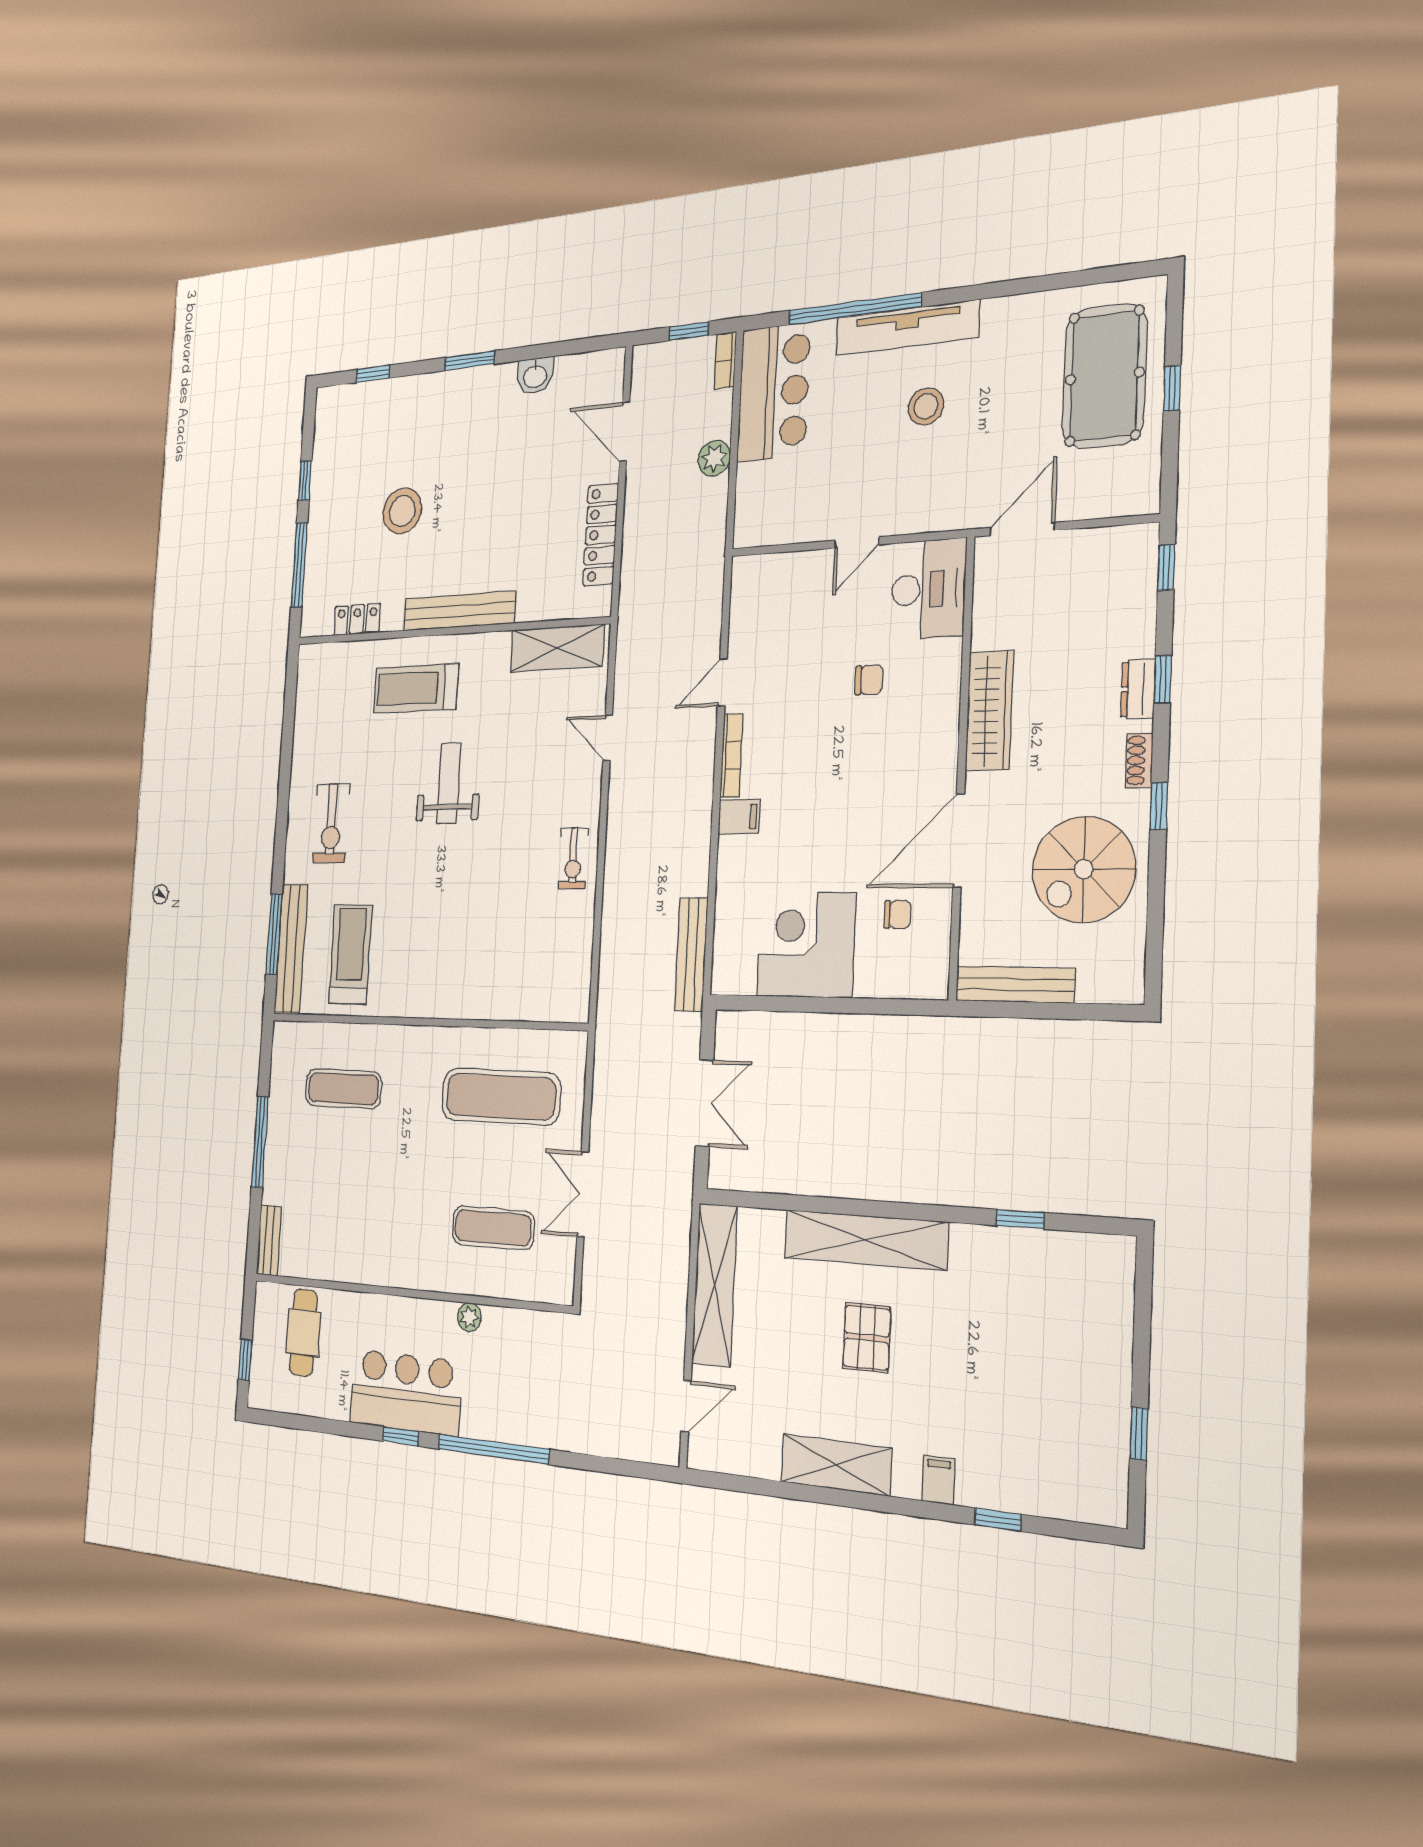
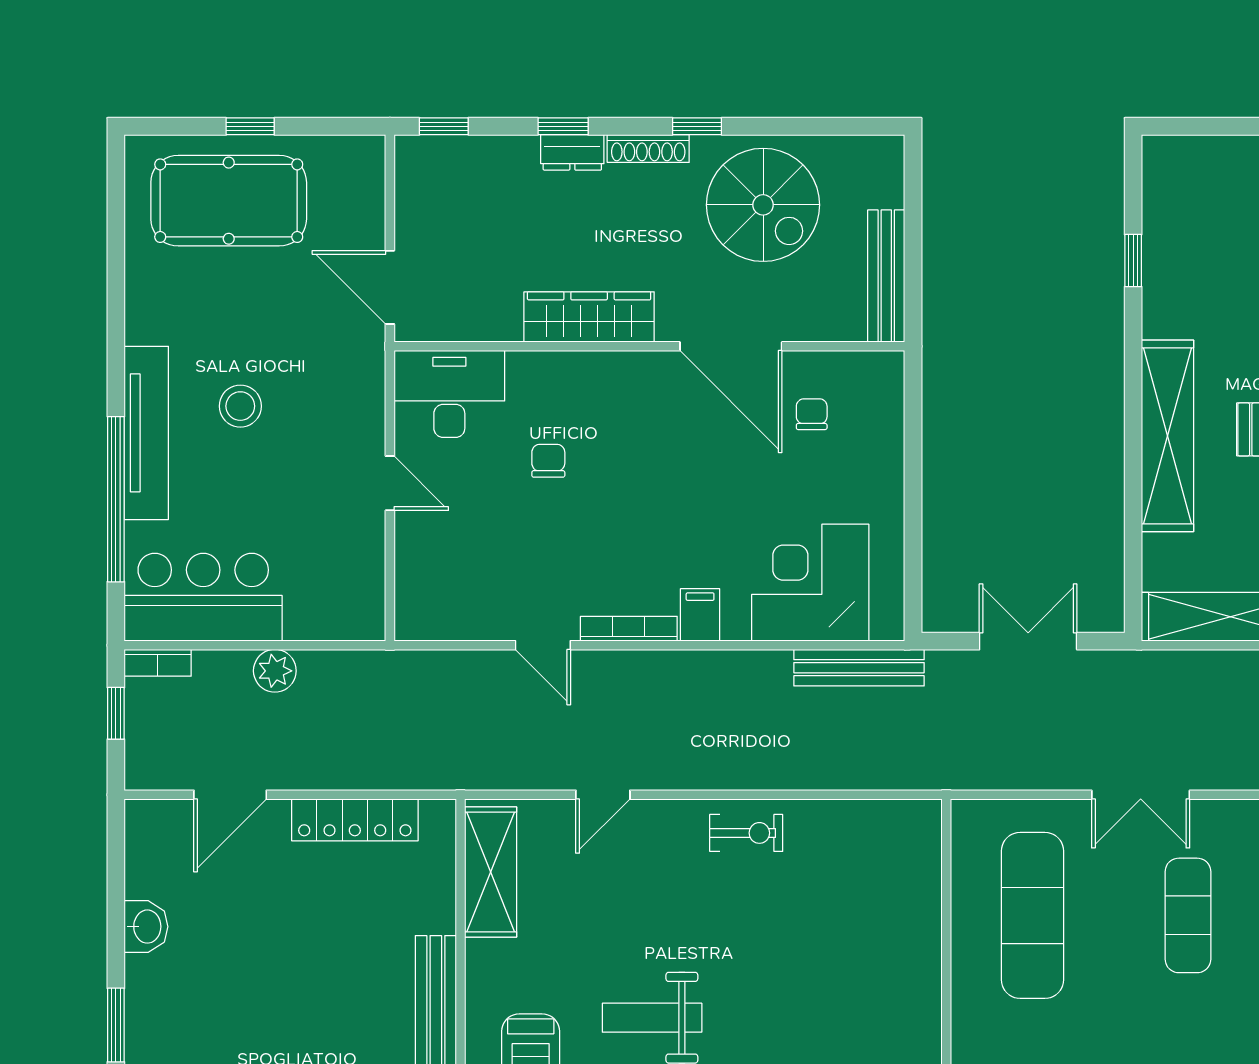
shoe rack: (1139, 760) -> (648, 148), width x1.43
corner desk: (806, 945) -> (810, 583), moved, turned 90

